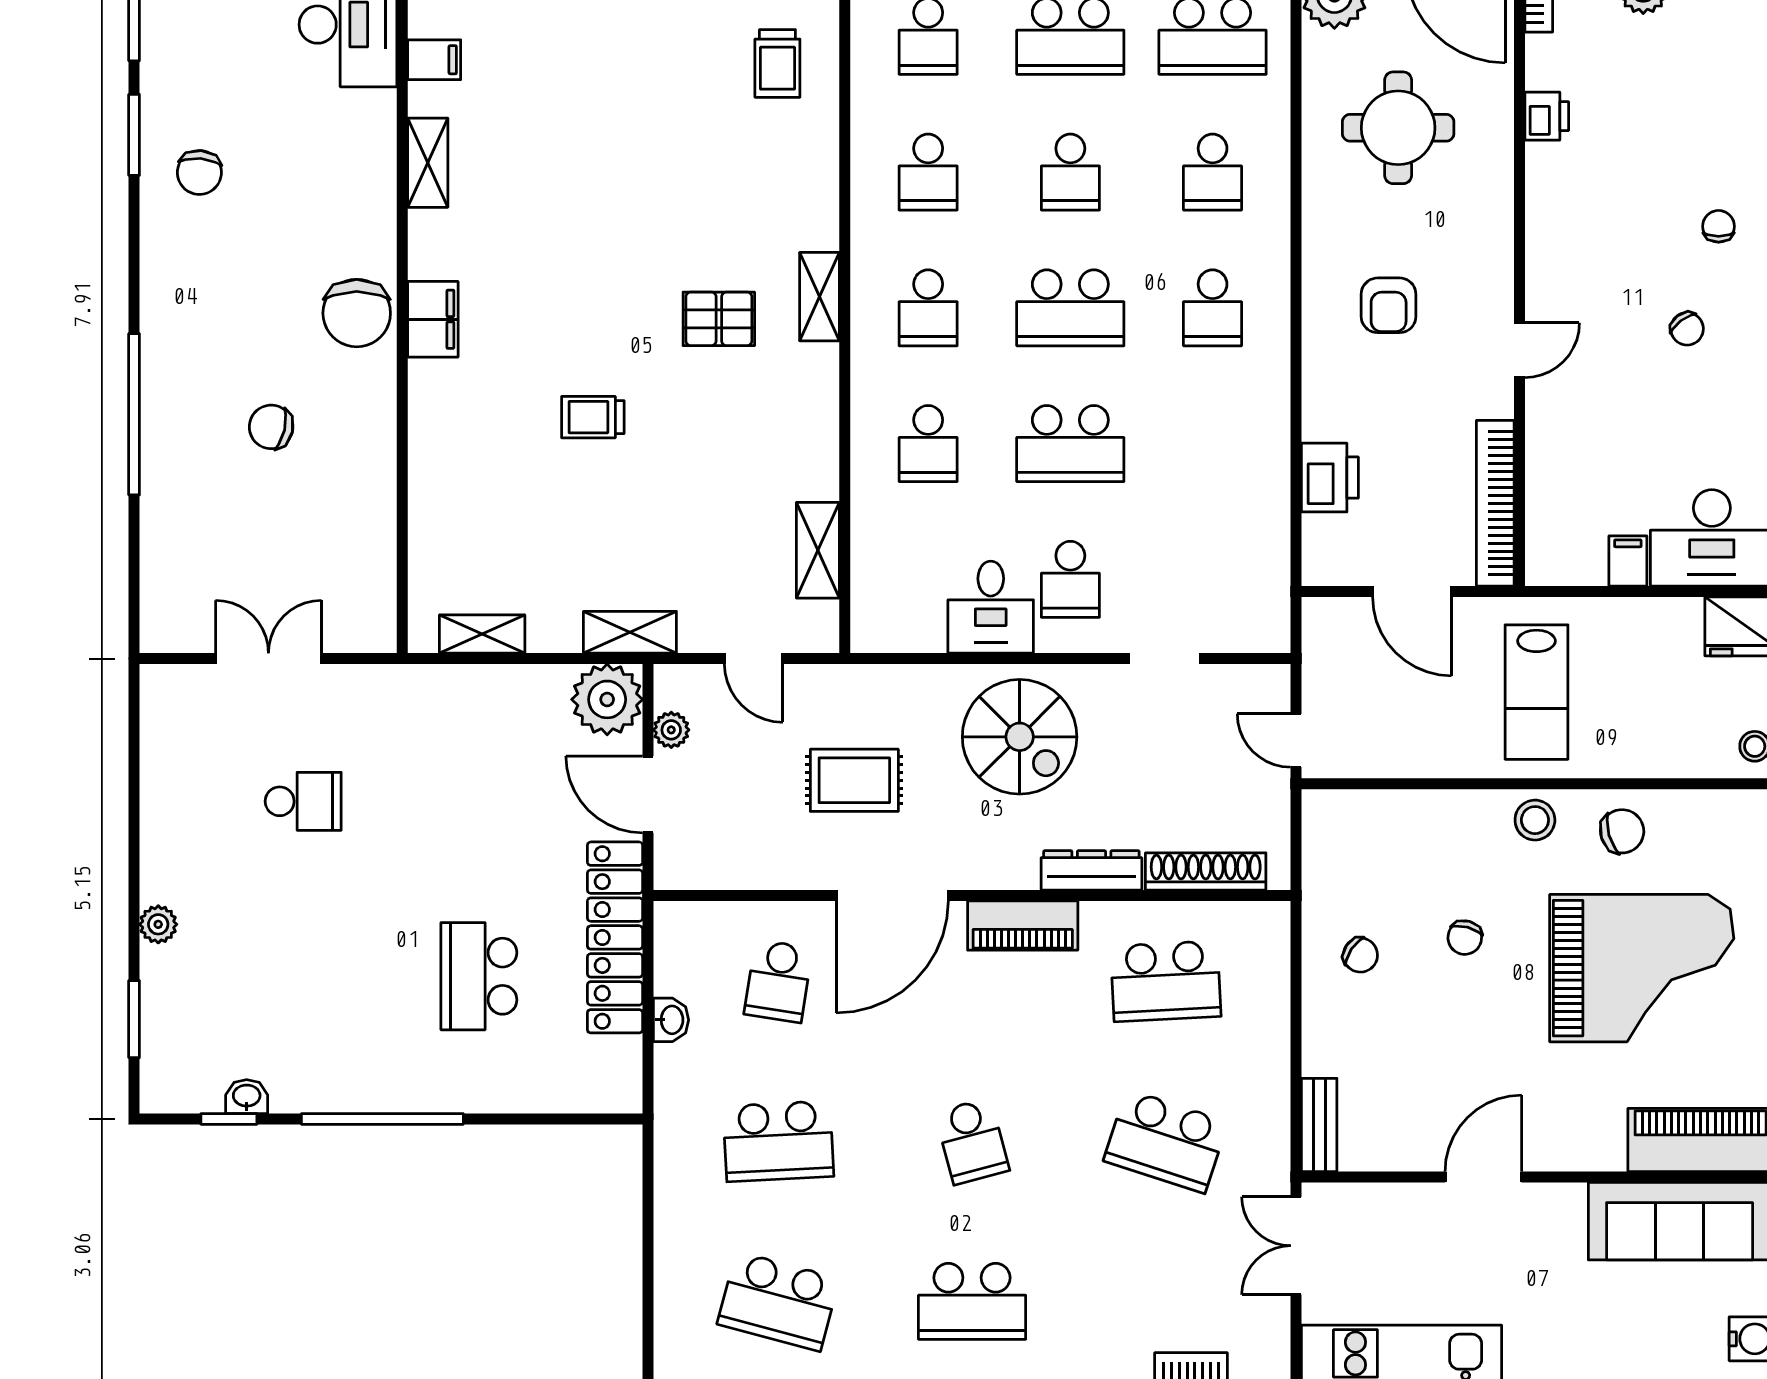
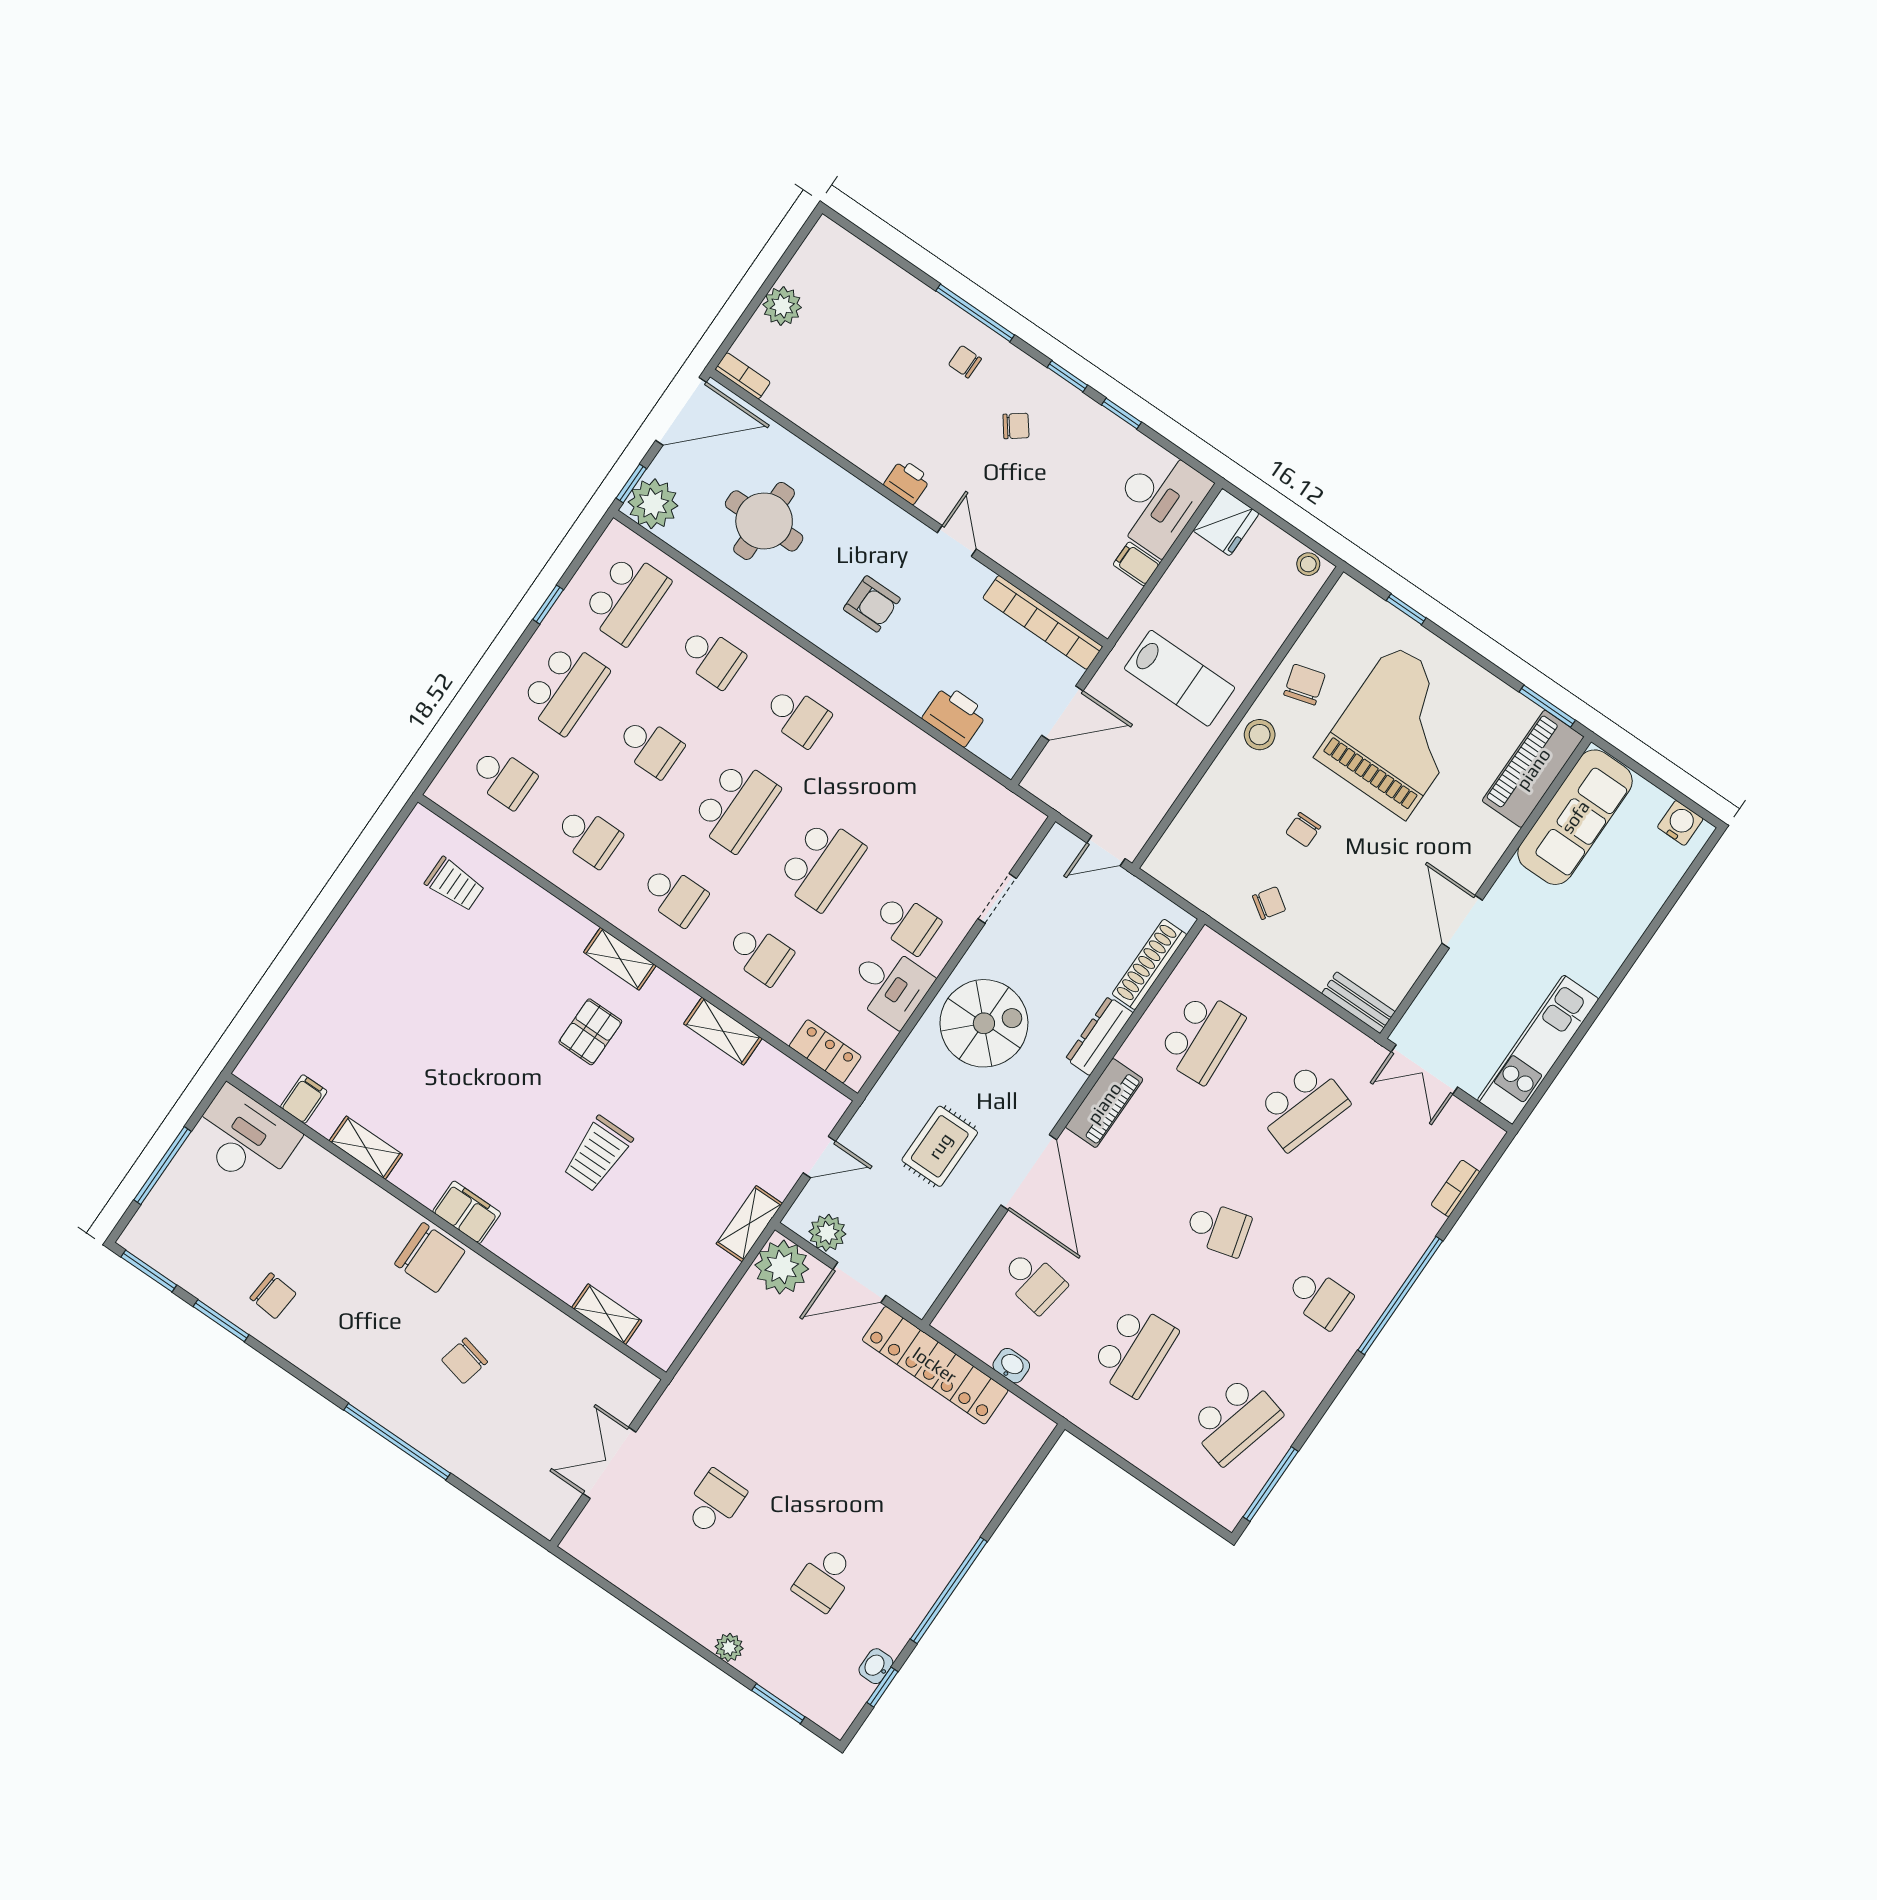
printer: (1547, 116) -> (907, 482), moved
trolley: (593, 417) -> (598, 1154), width x1.36, depth x1.39
shelving: (818, 550) -> (723, 1031), moved
locker: (872, 586) -> (825, 1051), added
shelving: (482, 634) -> (607, 1314), moved, turned 90
plant: (671, 730) -> (827, 1233), width x1.38, depth x1.38
chair: (1465, 938) -> (1303, 830), turned 75
school desk: (479, 976) -> (825, 1578), moved, width x0.54
school desk: (972, 1301) -> (1319, 1298), width x0.54

